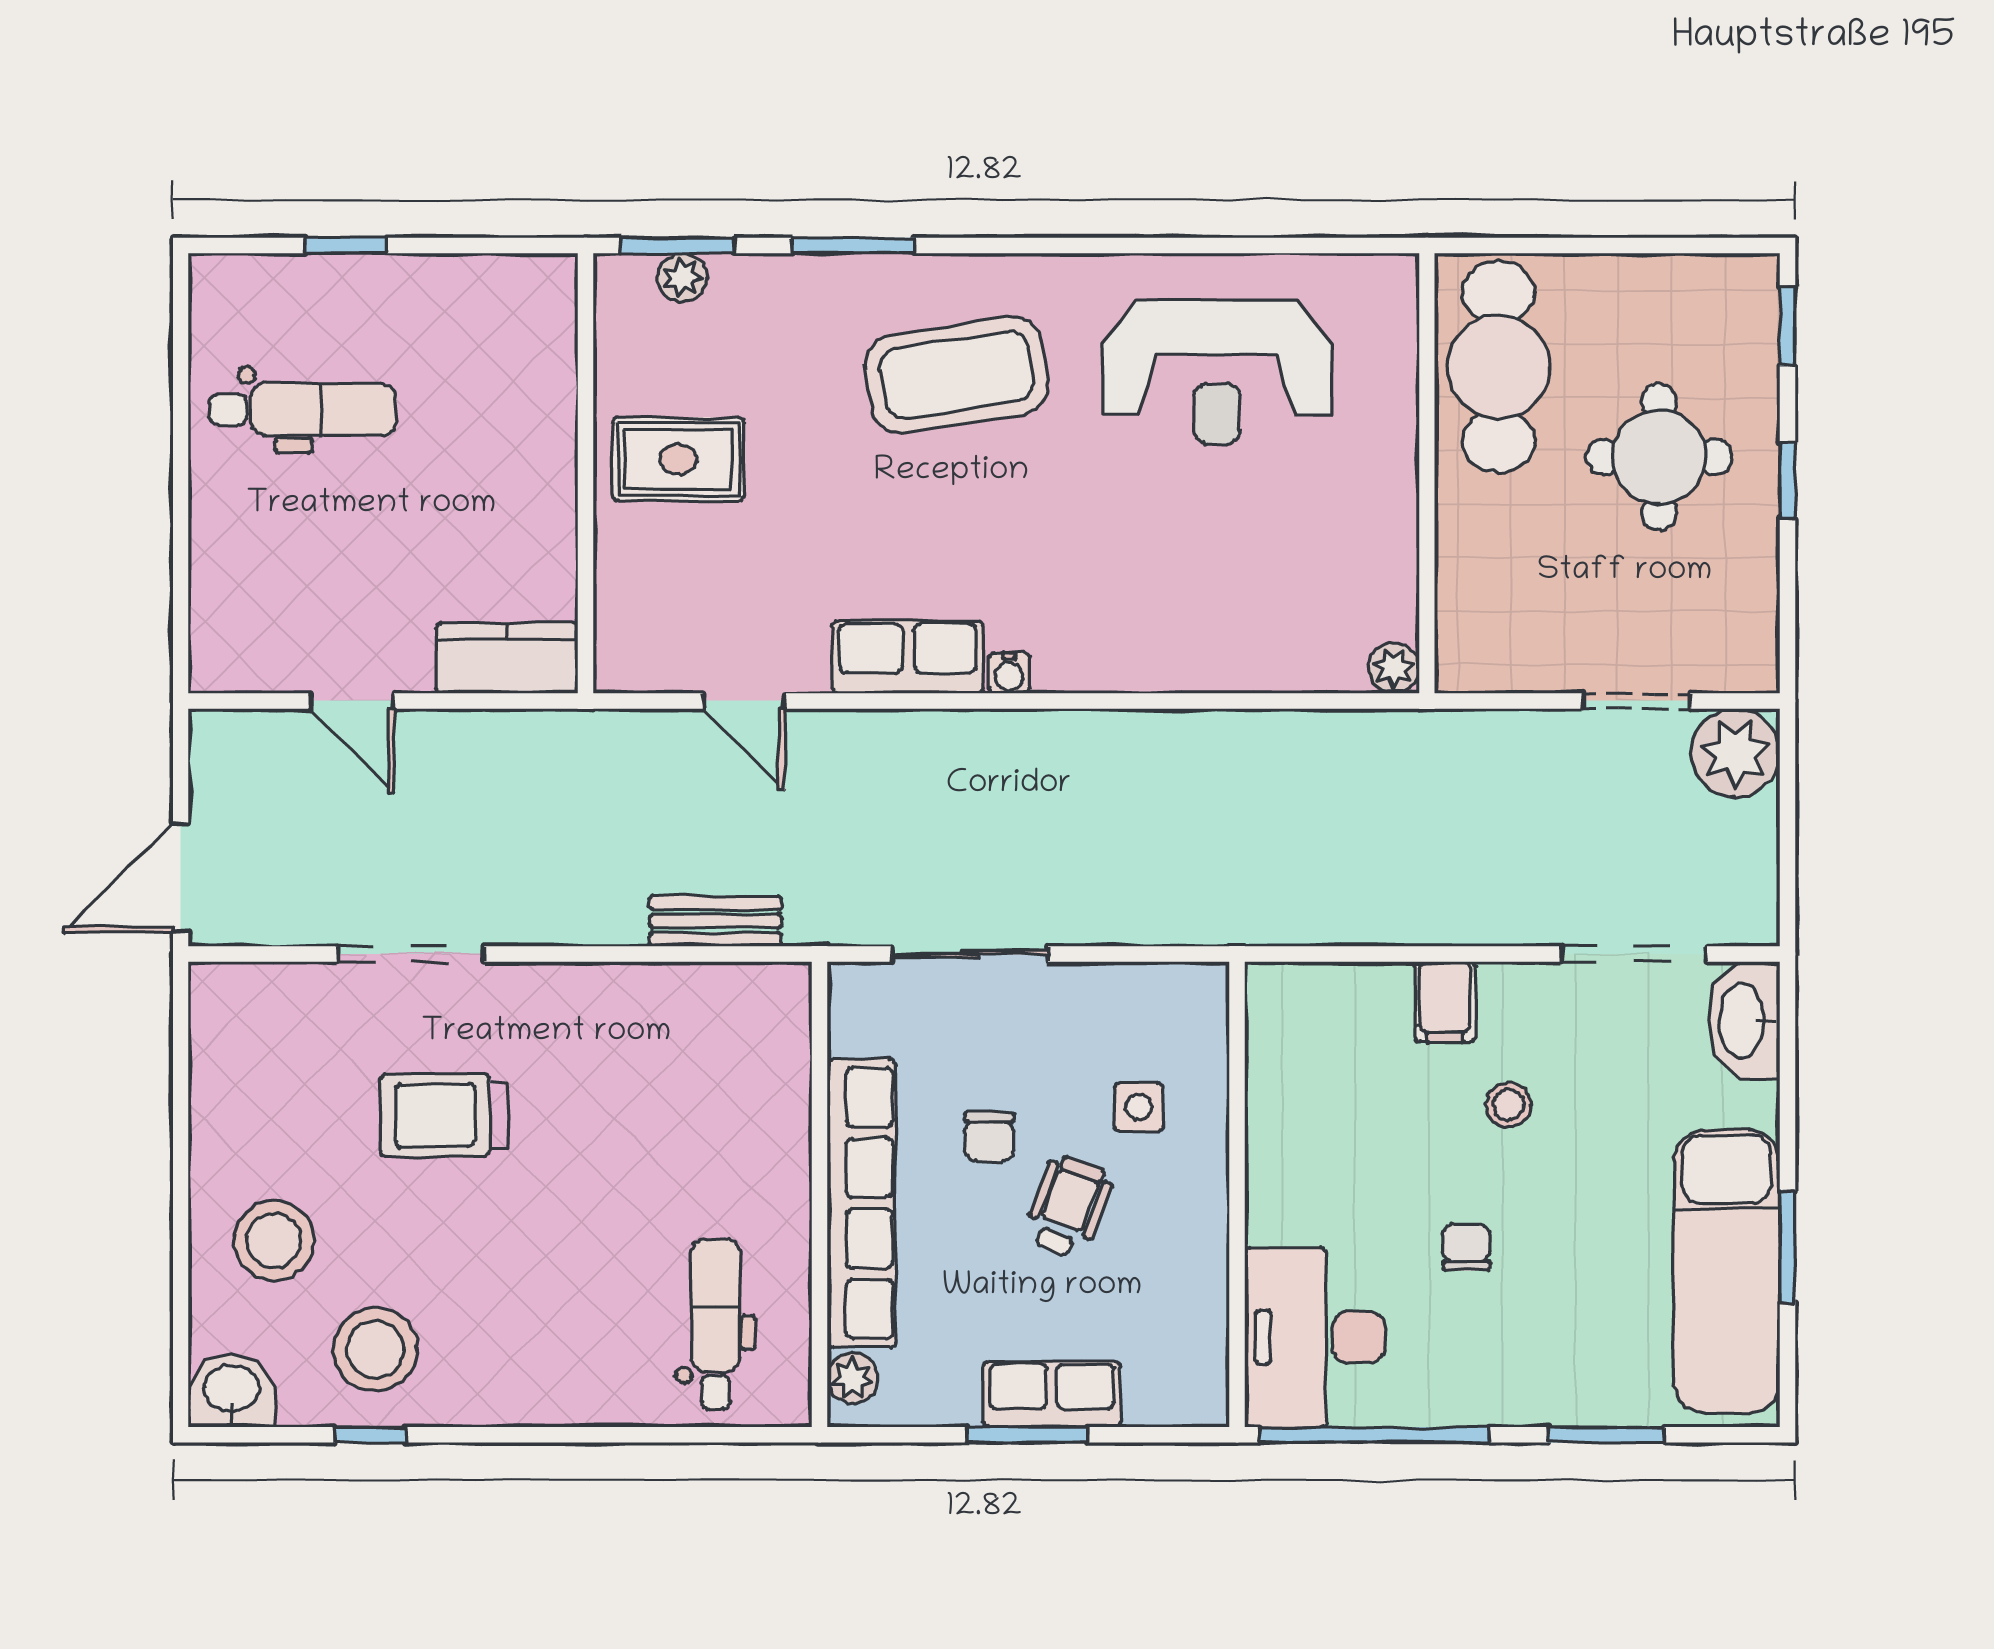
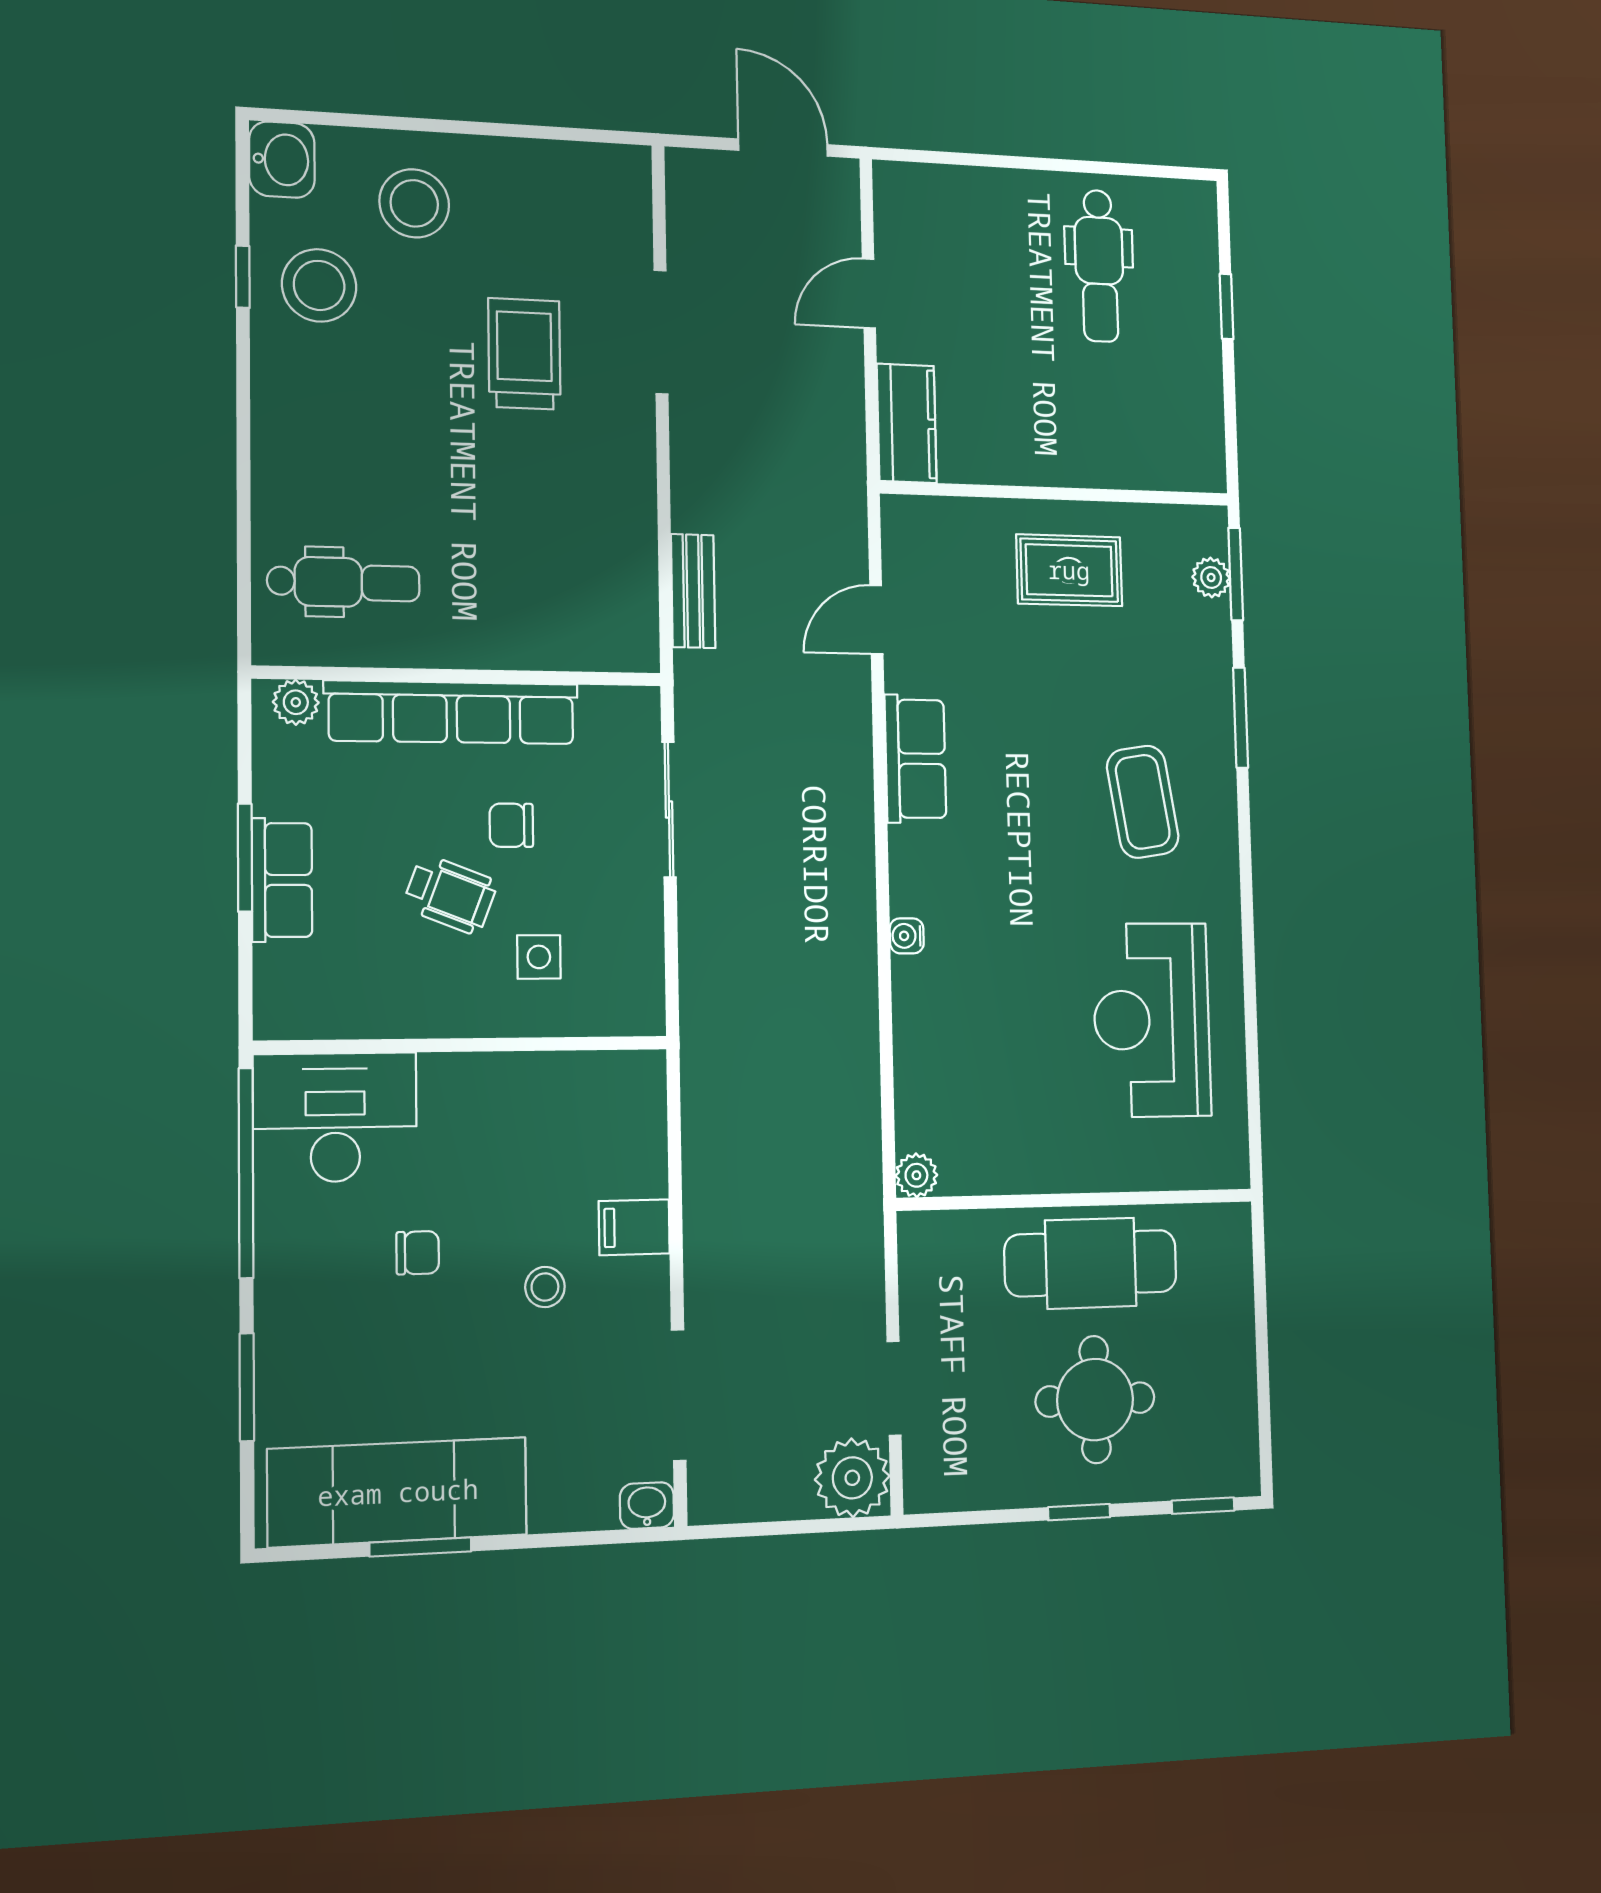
cafe table: (1498, 367) -> (1091, 1263), moved
coffee table: (956, 375) -> (1143, 802), width x0.73, depth x0.76
rug: (678, 459) -> (1069, 570), turned 90
water cooler: (1009, 673) -> (907, 936), moved
door: (181, 878) -> (783, 148), moved
washbasin: (1744, 1021) -> (647, 1506), width x0.52, depth x0.69

